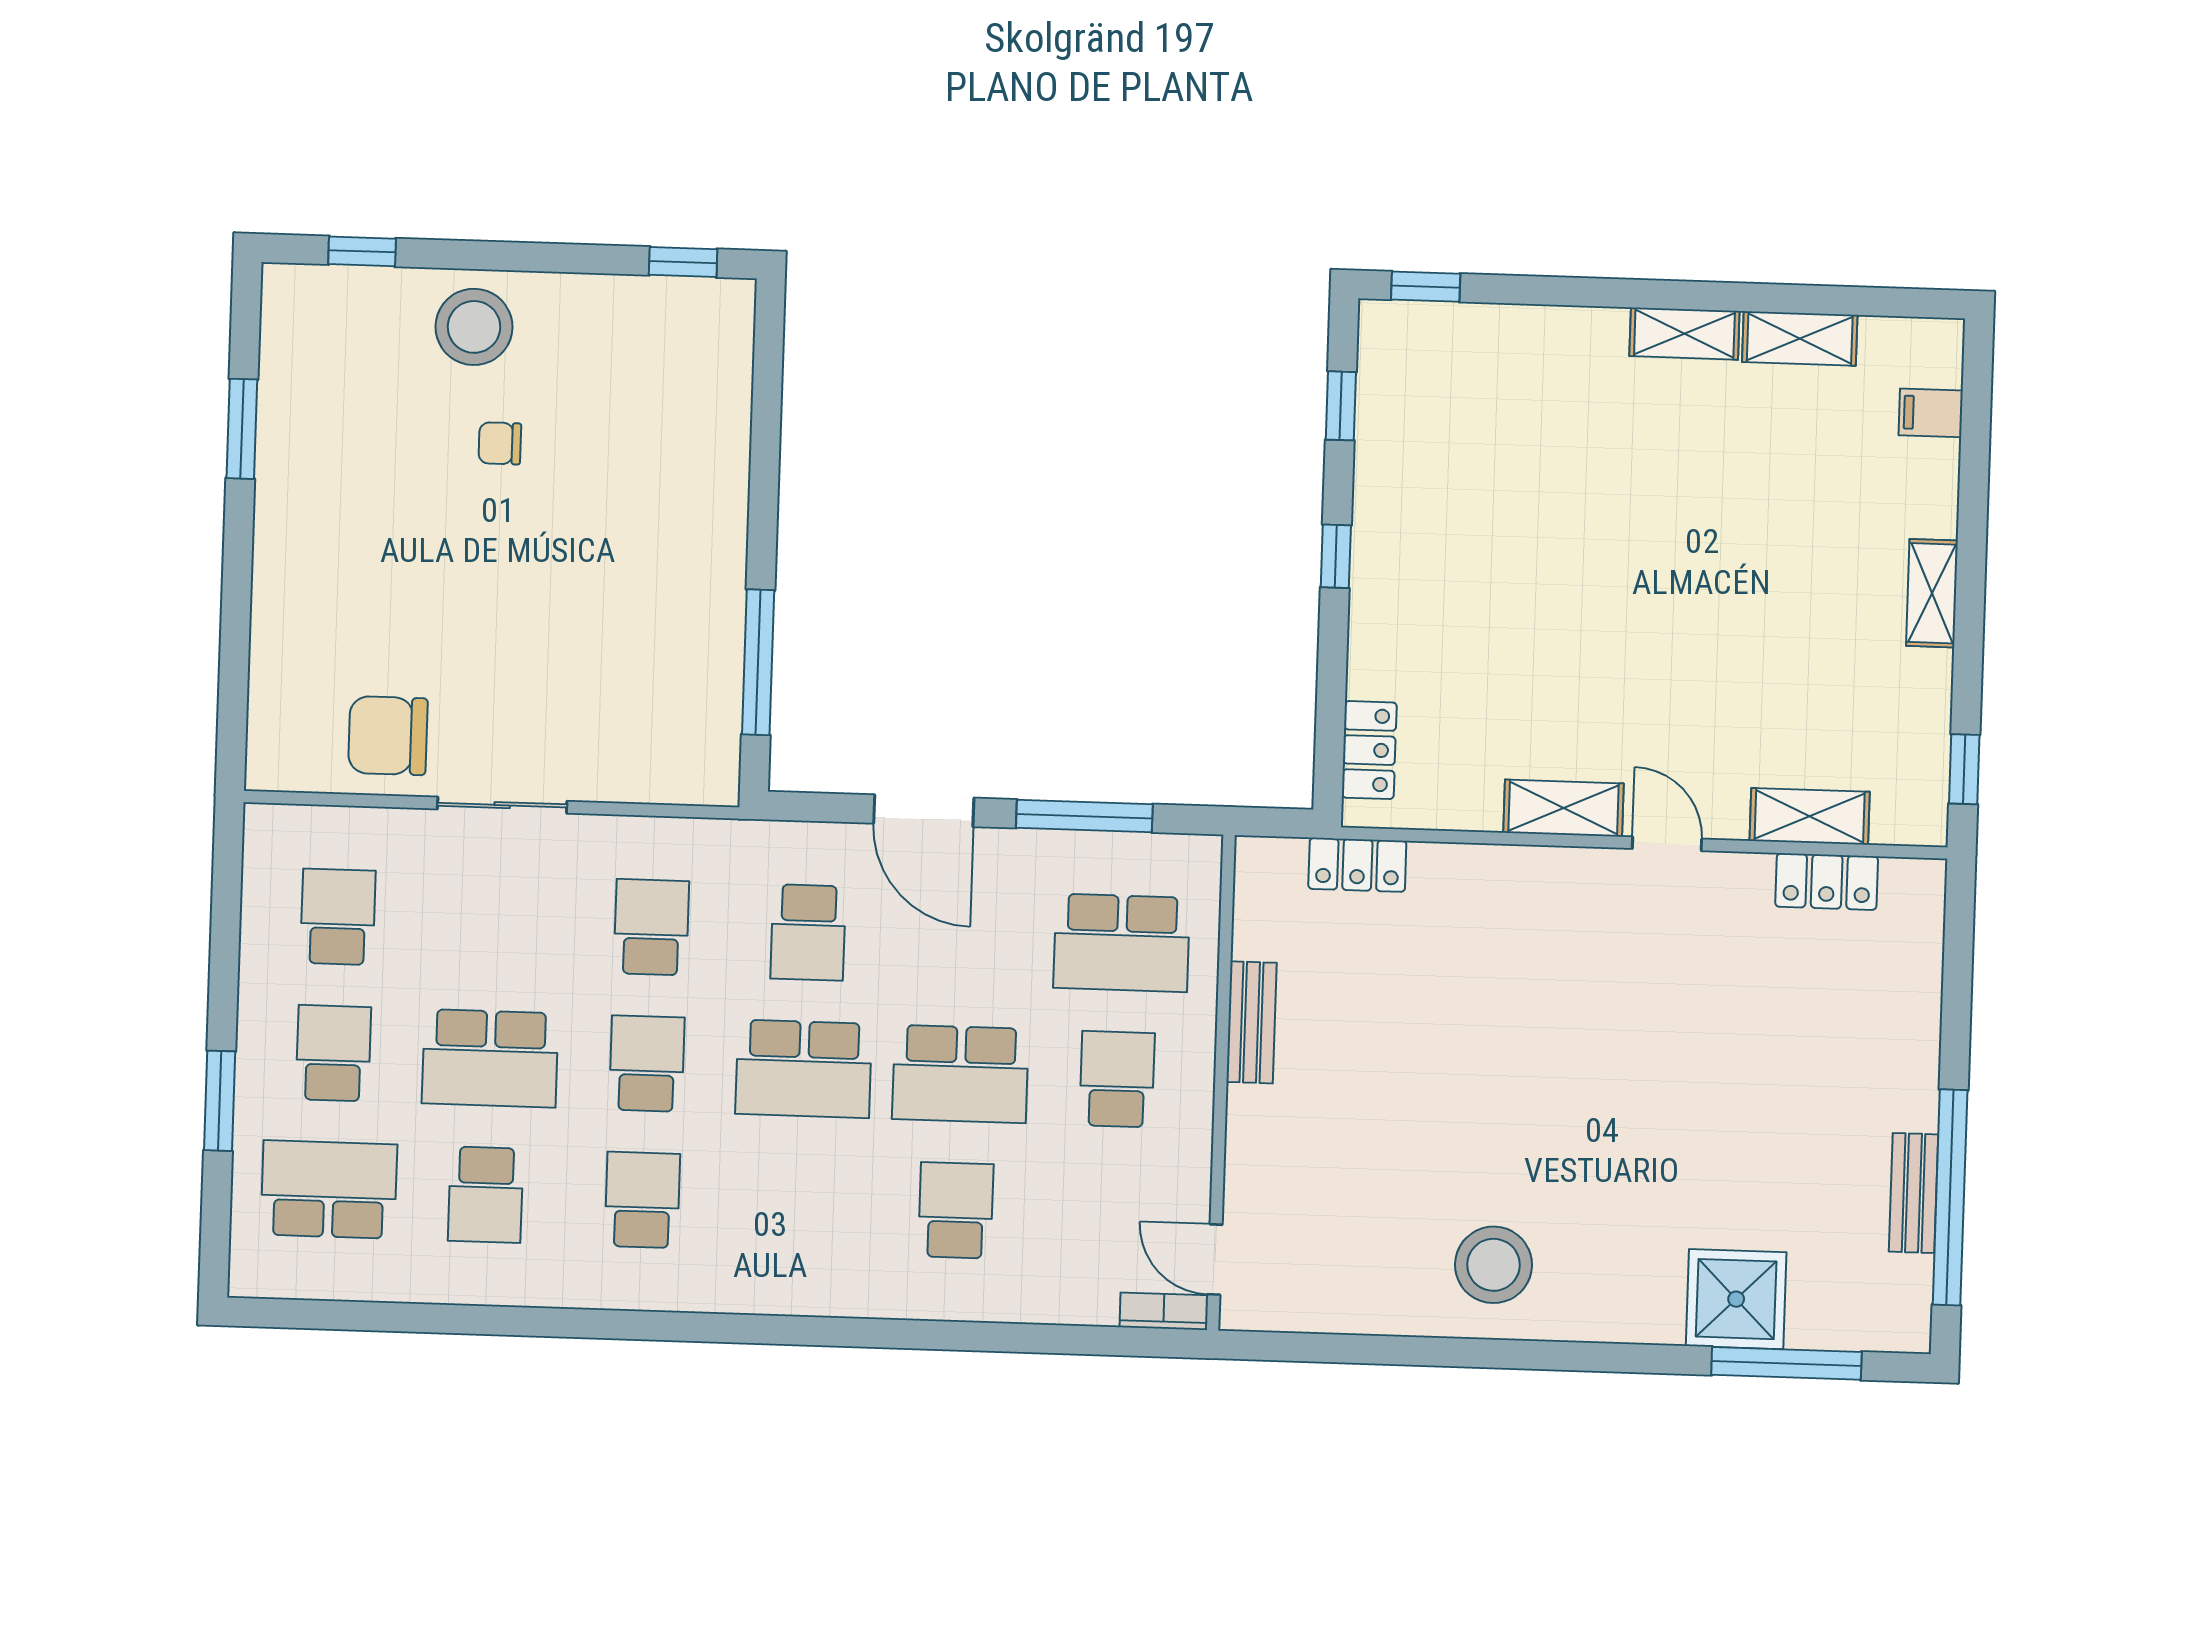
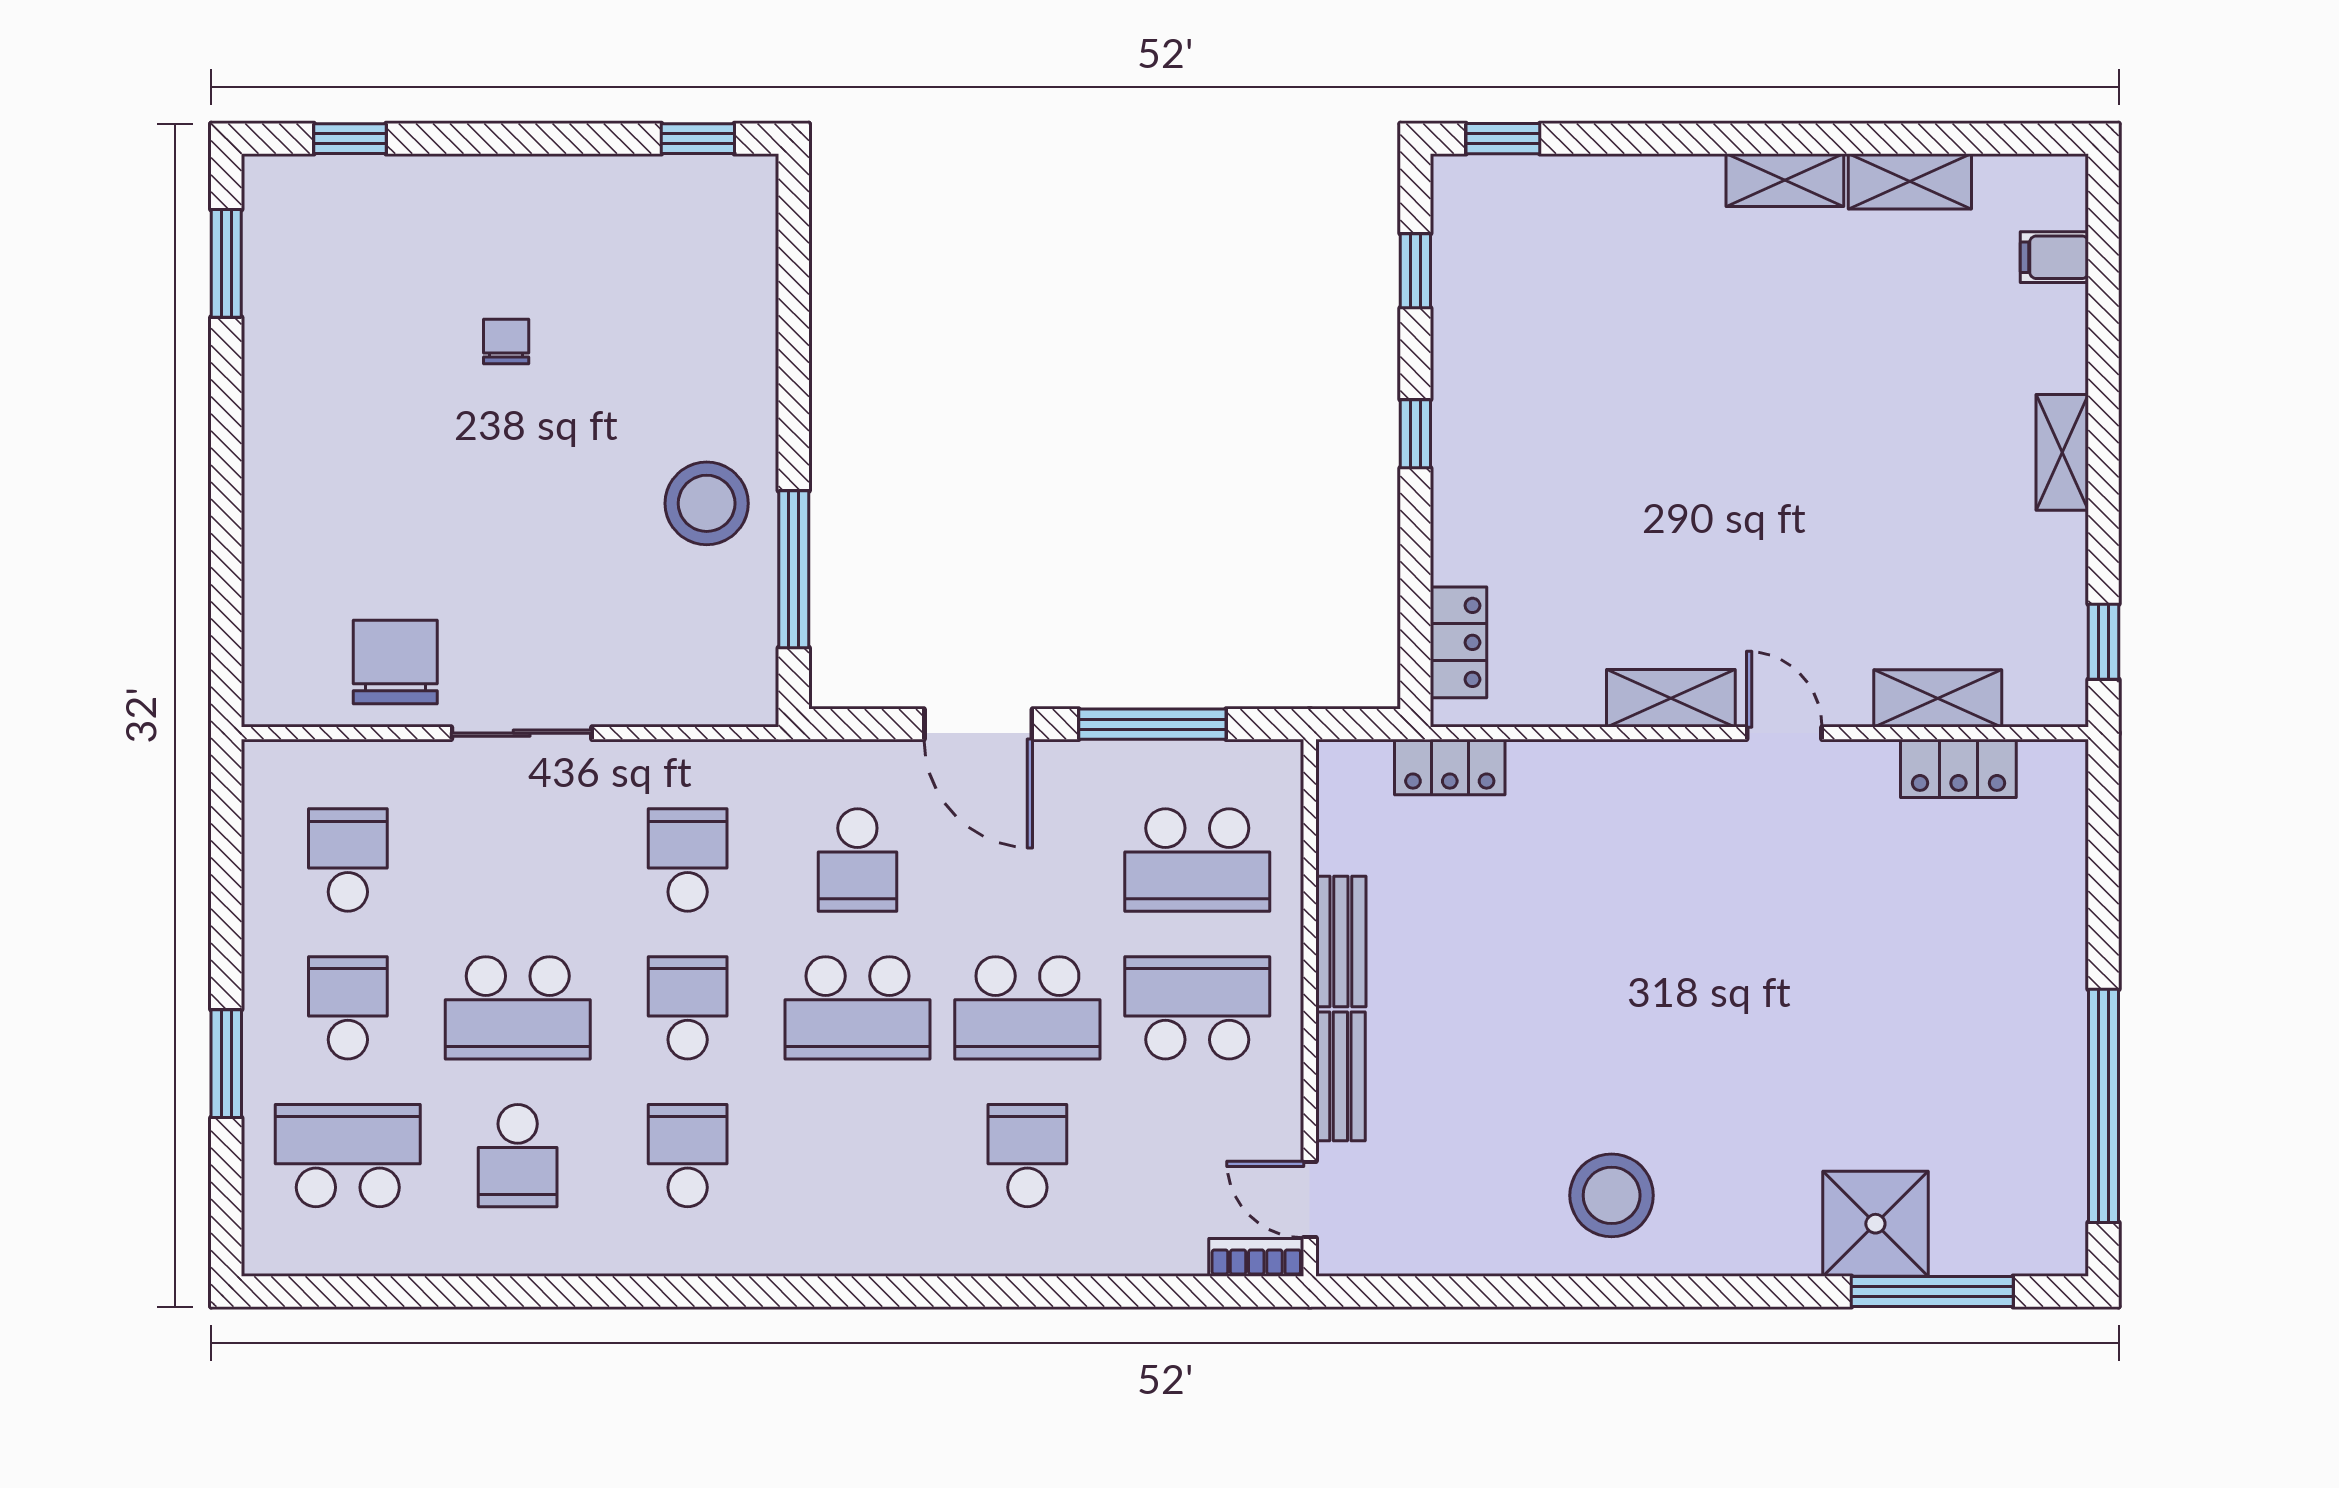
stool: (474, 327) -> (707, 503), moved
window: (242, 429) -> (226, 263), moved
chair: (500, 443) -> (506, 342), turned 90
chair: (388, 736) -> (395, 662), turned 90
school desk: (1117, 1079) -> (1197, 1008), width x1.85
bench: (1914, 1193) -> (1340, 1076), moved

